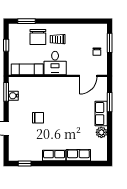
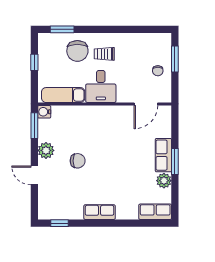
water cooler: (13, 96) -> (44, 112), moved
window: (110, 102) -> (175, 161), moved
plant: (15, 110) -> (46, 150), added
row of seats: (78, 155) -> (155, 212), moved

